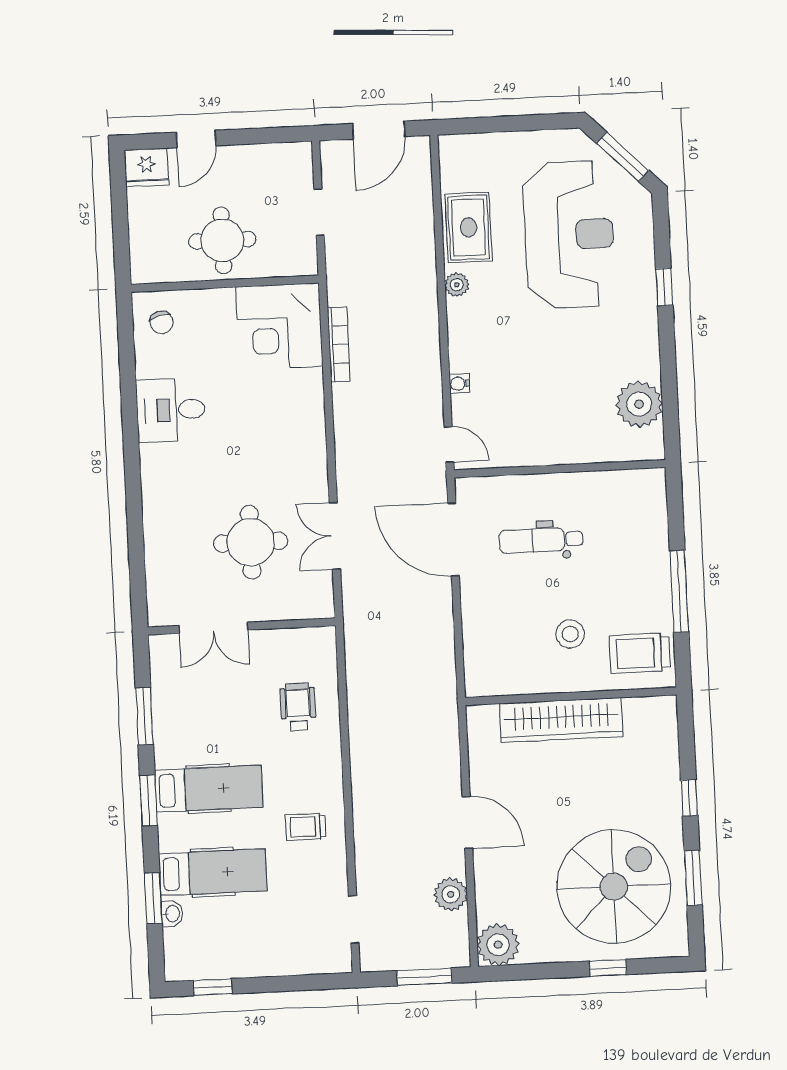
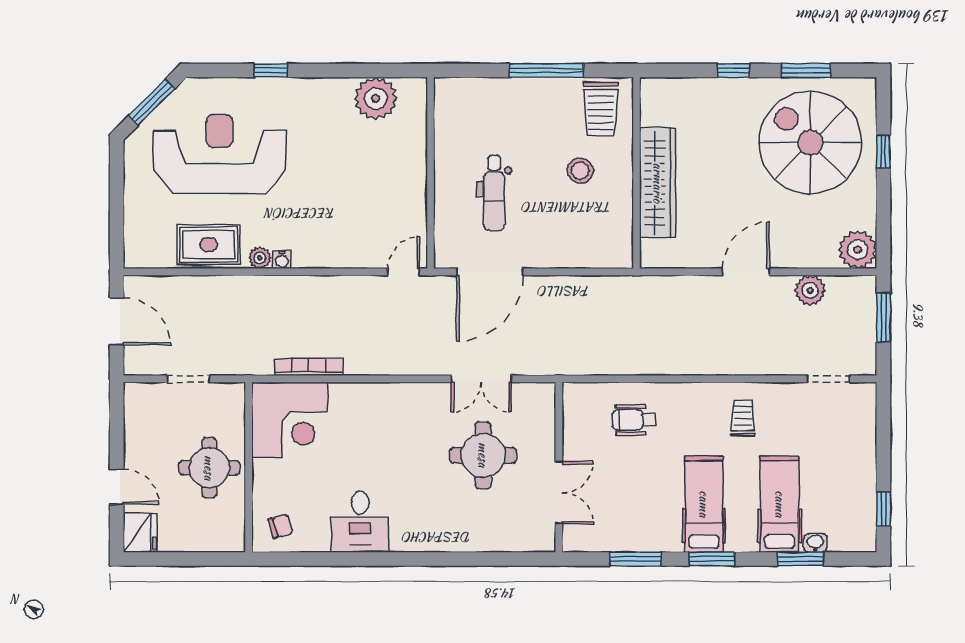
water cooler: (459, 384) -> (282, 260), moved
trolley: (306, 827) -> (743, 418), turned 180

